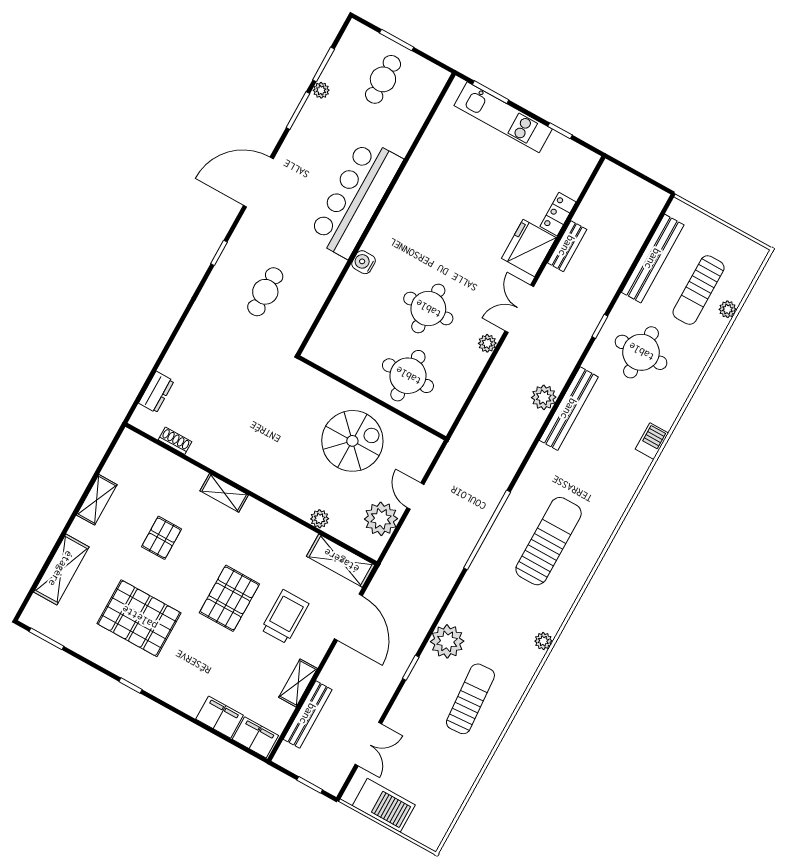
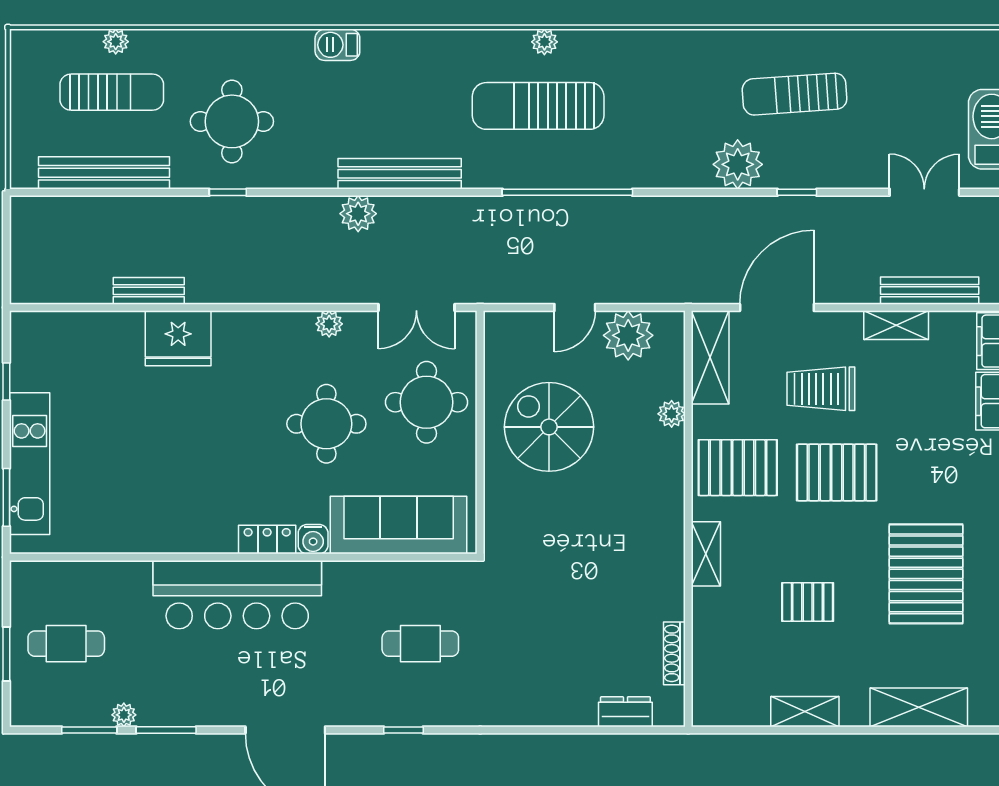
locker: (558, 214) -> (267, 540), moved, turned 180
double door: (519, 309) -> (416, 307), moved
sofa: (344, 318) -> (399, 525), added
bench: (569, 409) -> (400, 174), moved
shoe rack: (175, 441) -> (674, 653), width x1.43
pallet: (265, 541) -> (738, 468), added
plant: (543, 641) -> (544, 42), moved

